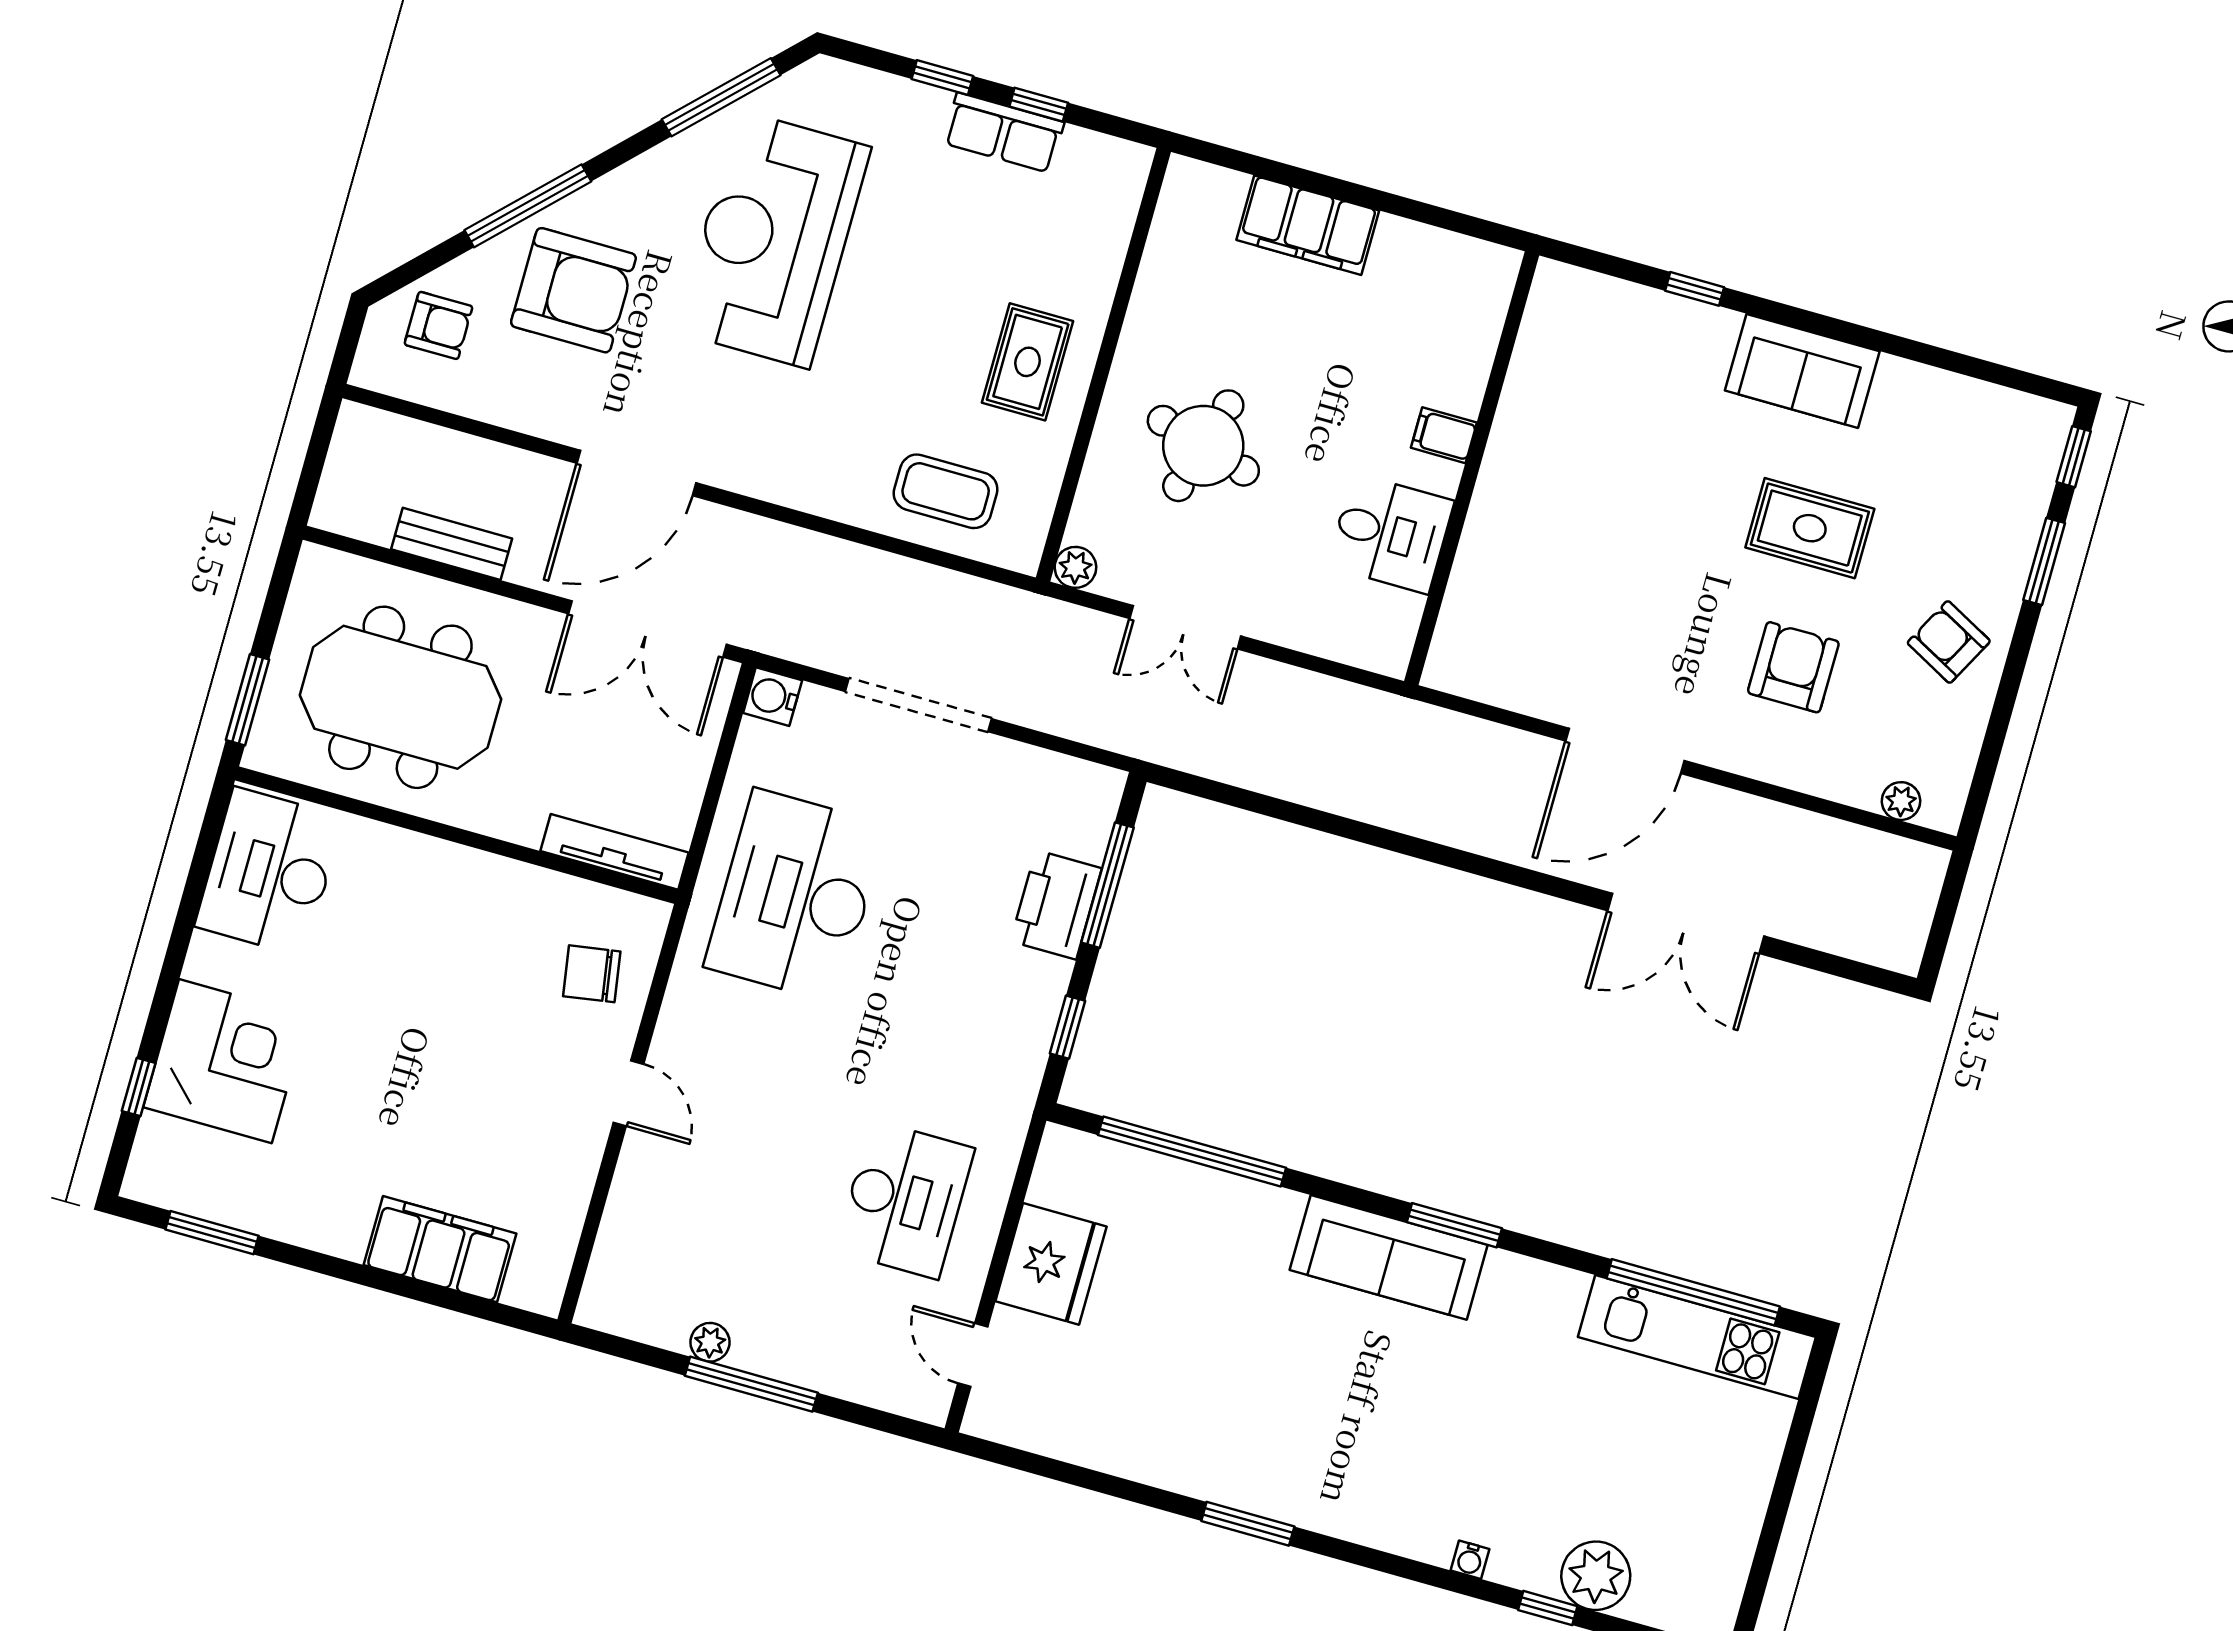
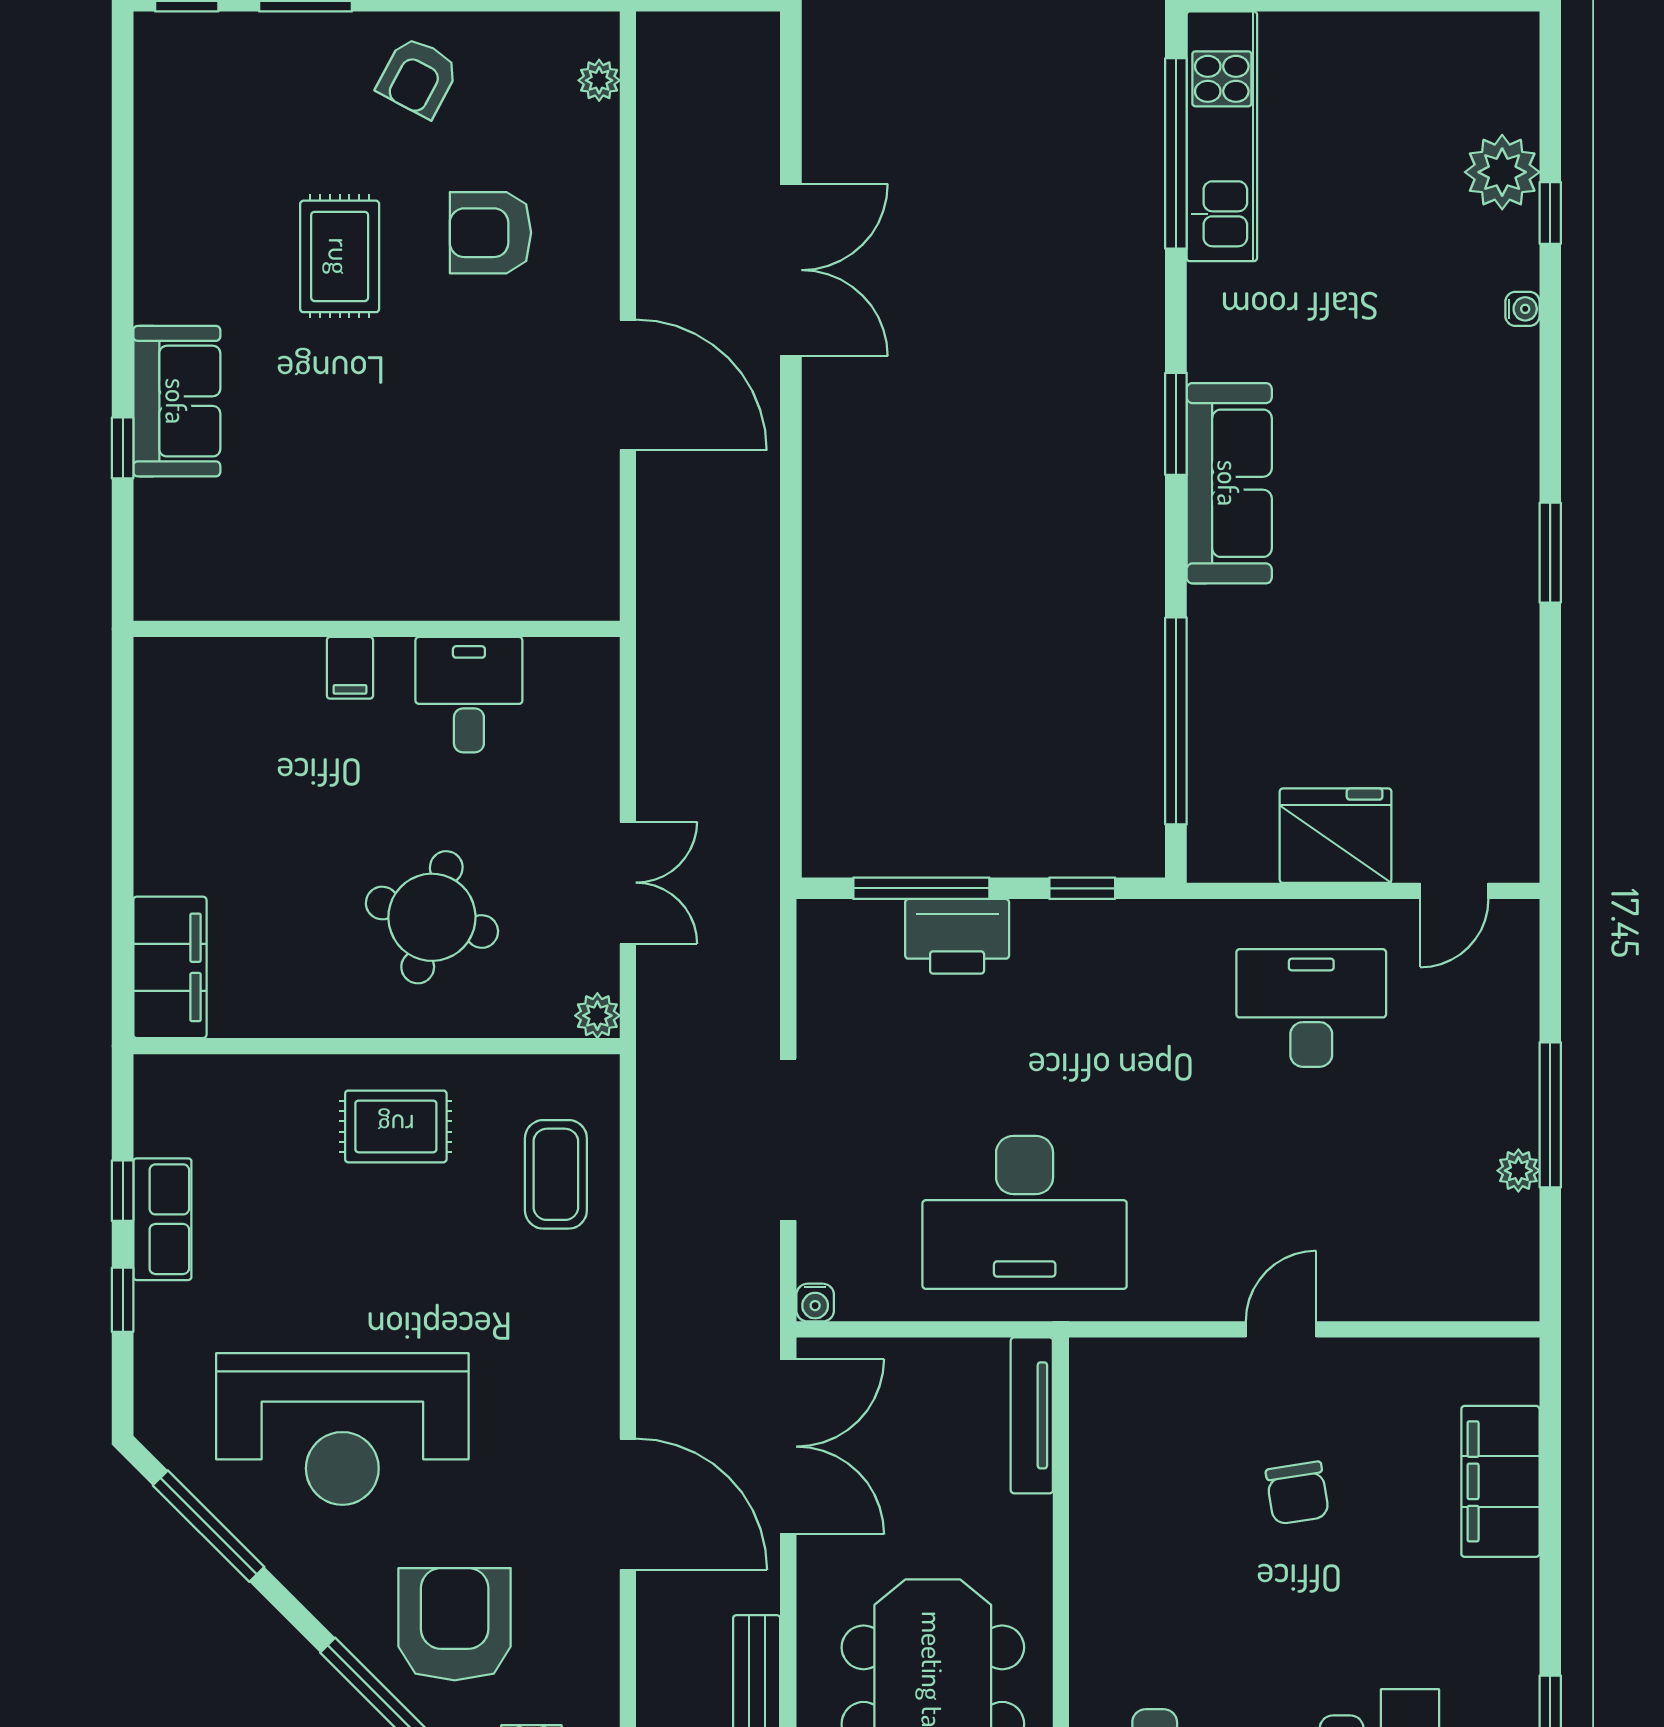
filing cabinet: (1308, 225) -> (170, 967), moved
sofa: (1802, 371) -> (177, 401), moved
water cooler: (773, 697) -> (815, 1303), width x0.72, depth x0.72
chair: (592, 974) -> (1297, 1493), moved

